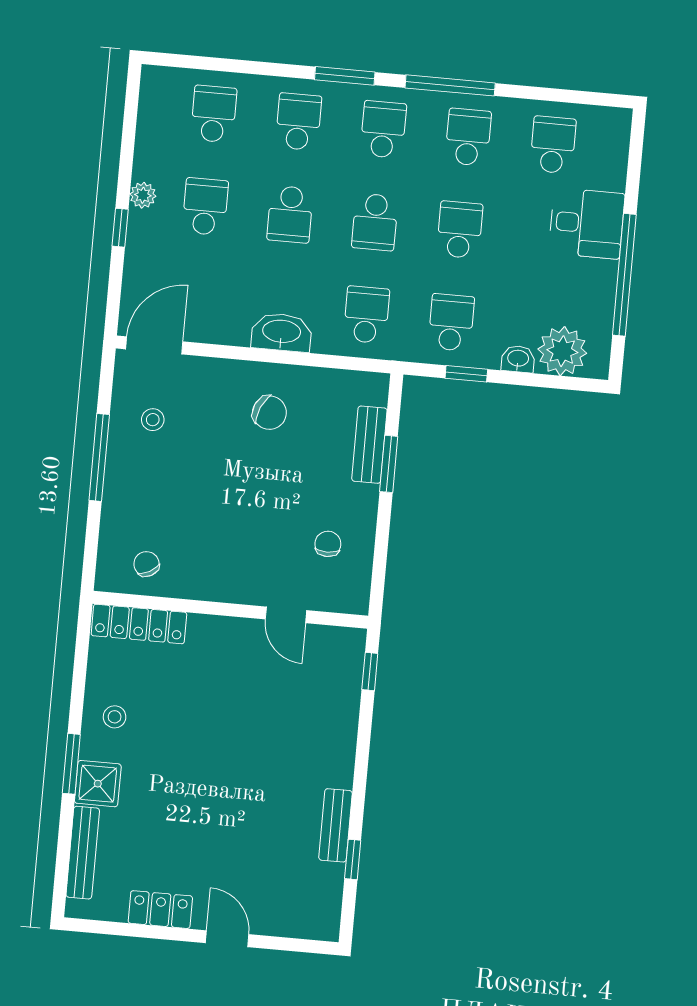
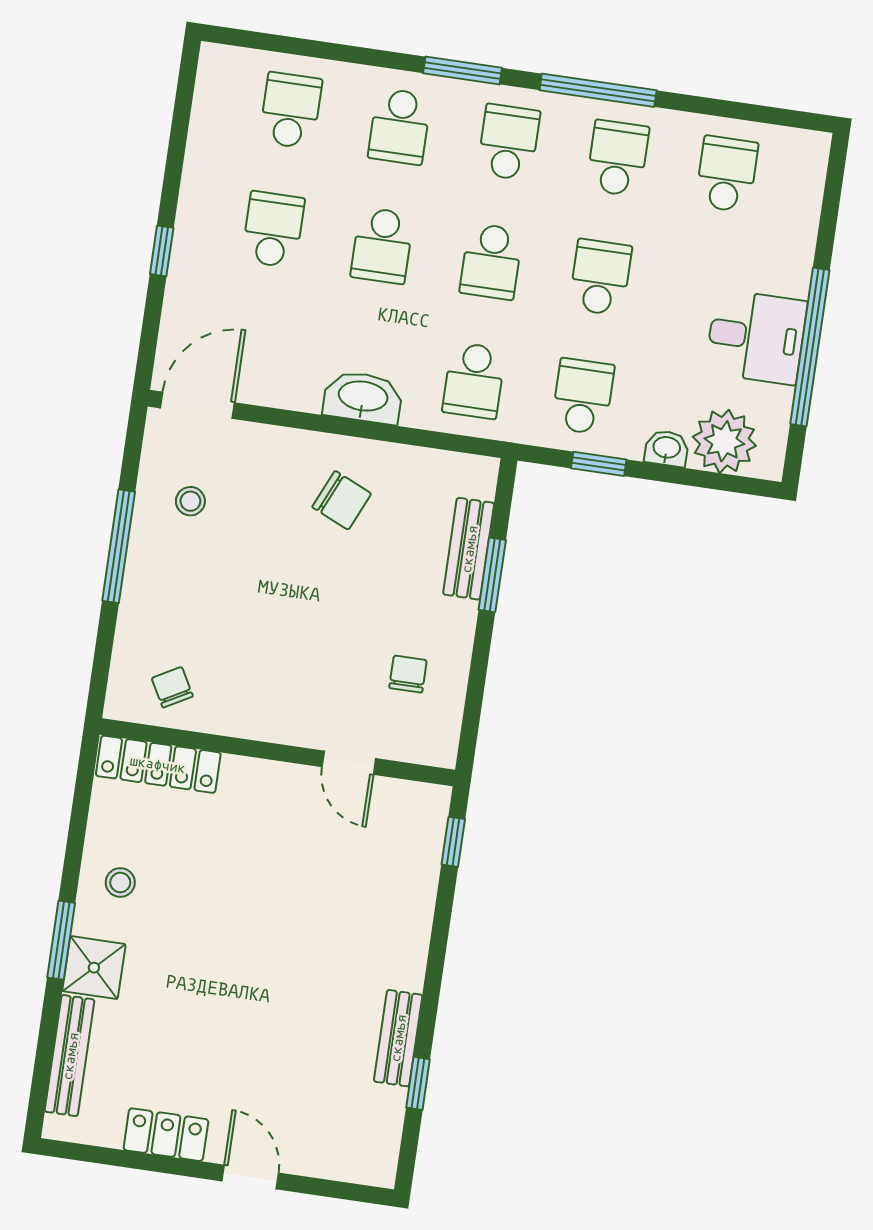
school desk: (298, 122) -> (400, 126), turned 180
plant: (143, 195) -> (193, 211), removed
desk: (587, 223) -> (756, 337), moved
school desk: (366, 315) -> (474, 381), turned 180

